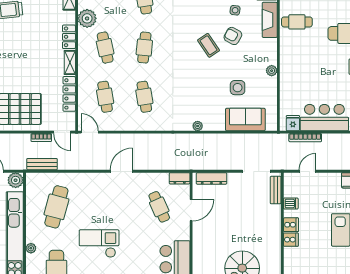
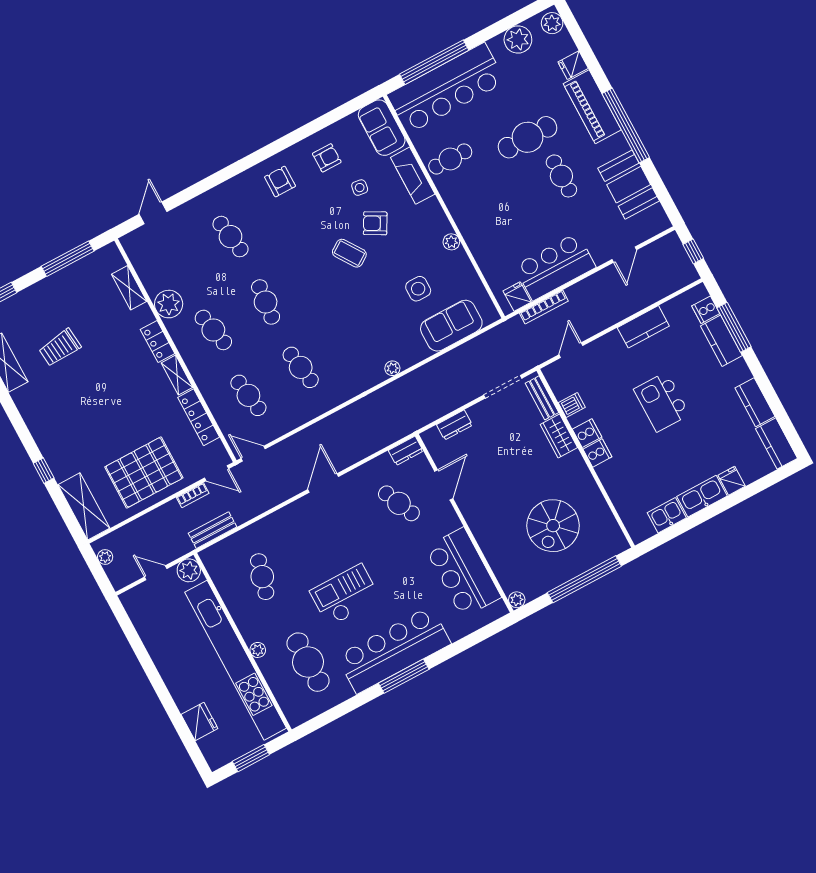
dresser: (212, 178) -> (454, 425), width x0.70
cafe table: (56, 207) -> (262, 577), width x0.73, depth x0.74
wardrobe: (274, 218) -> (559, 436), added

